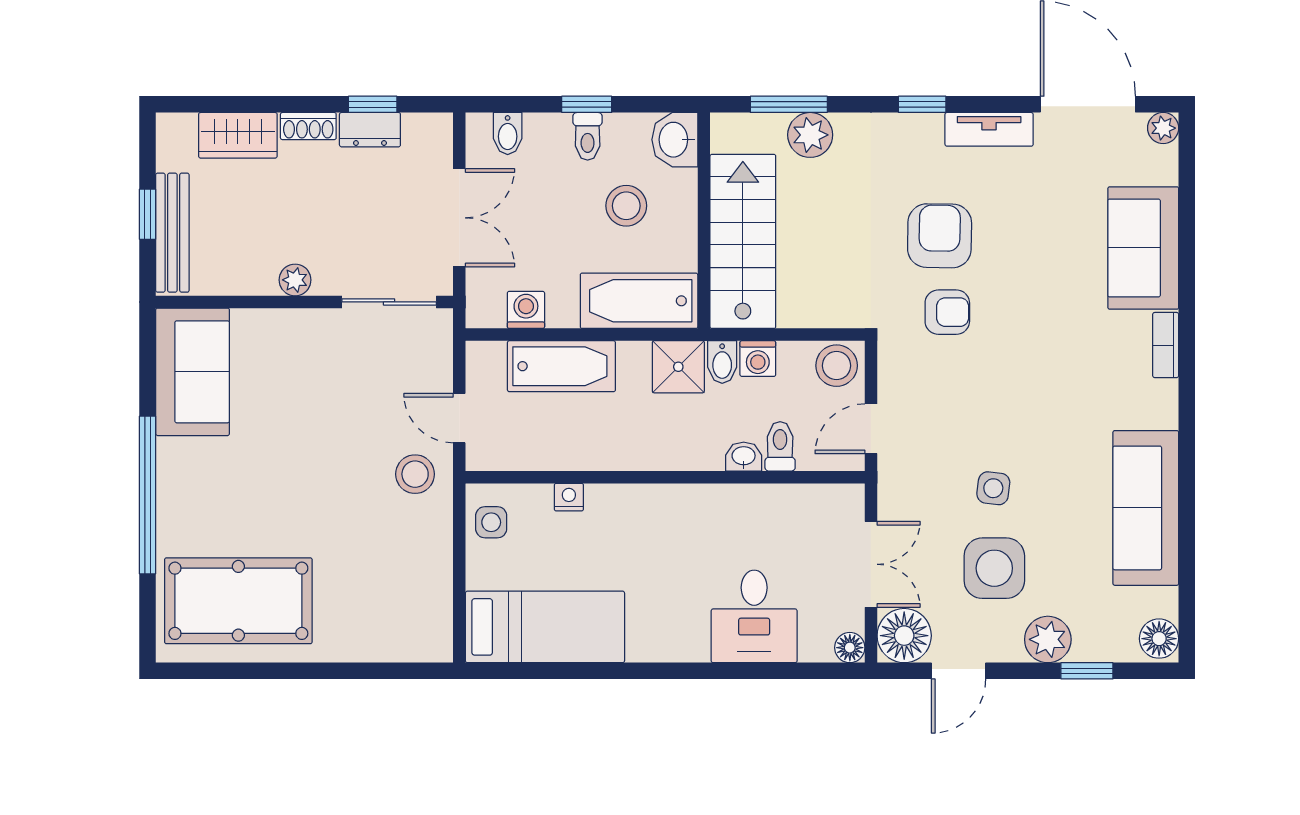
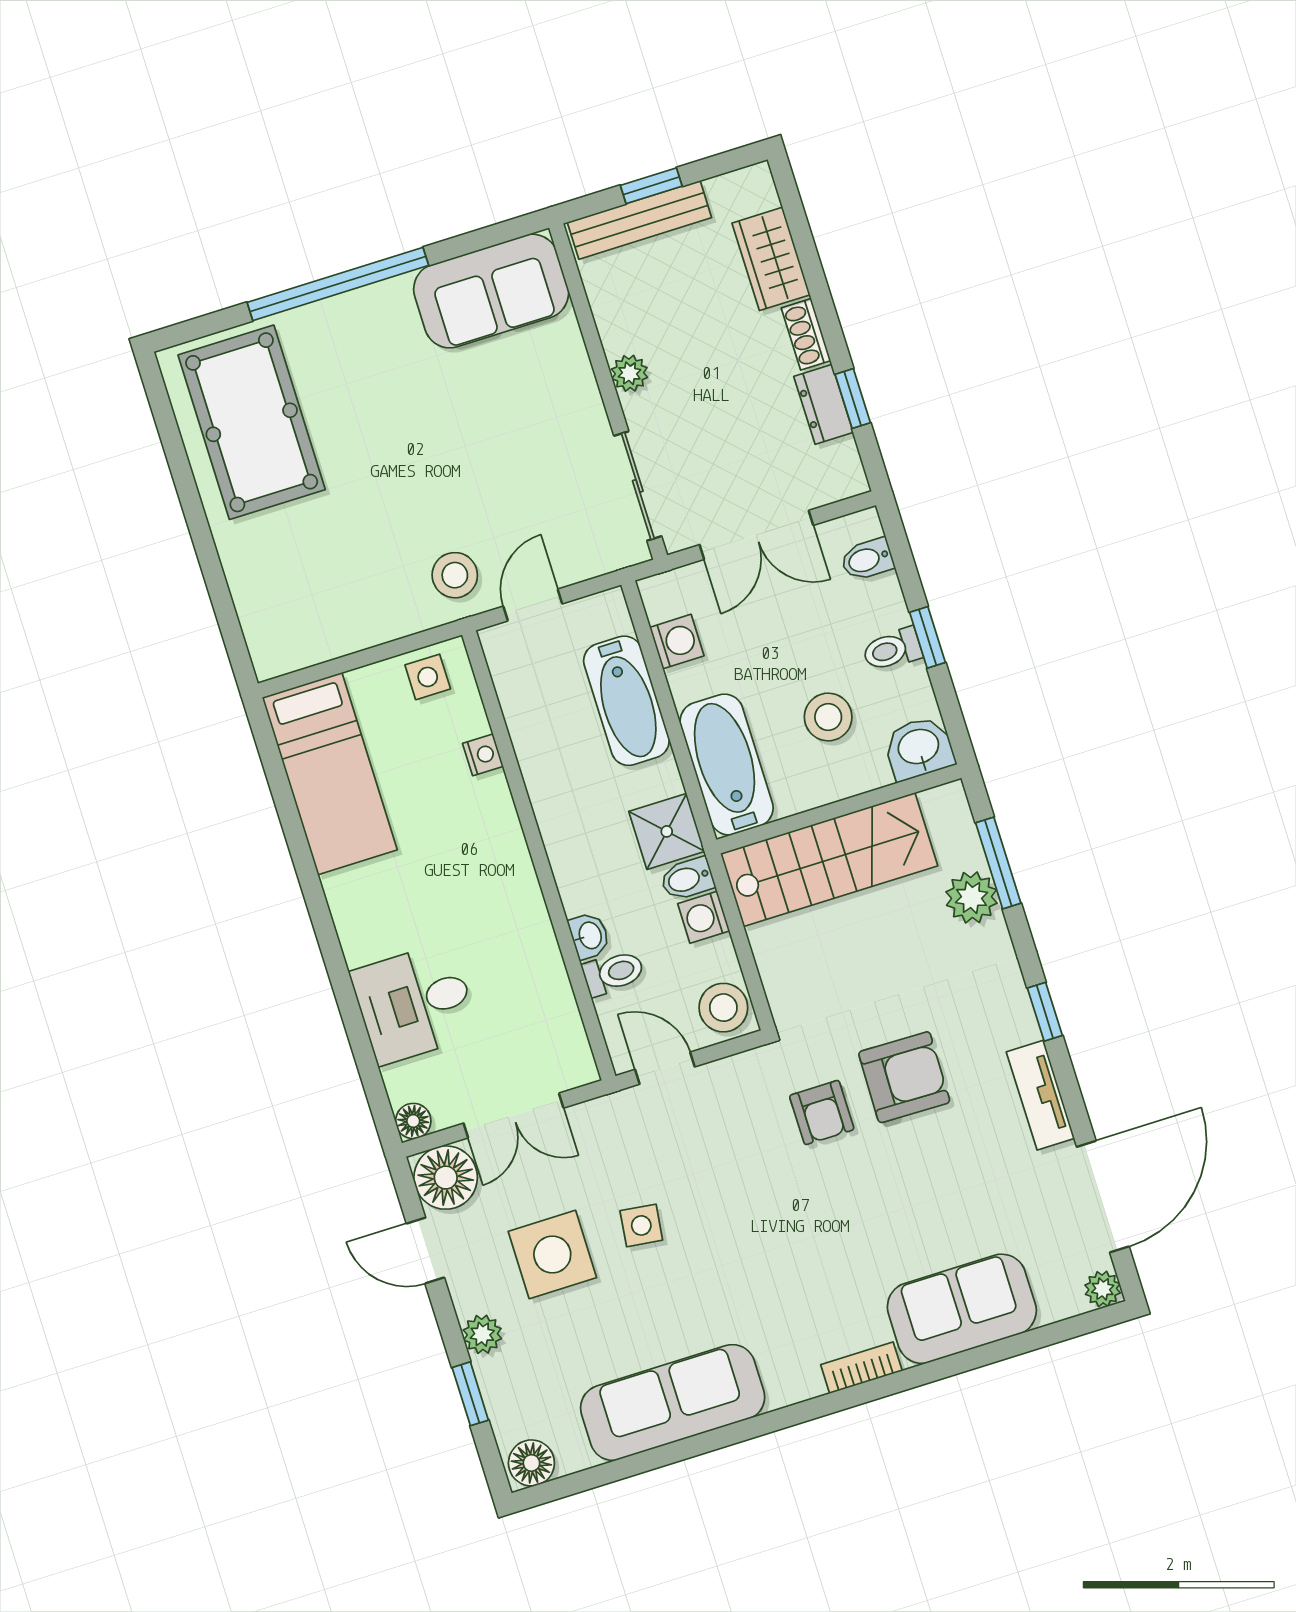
plant: (1048, 639) -> (482, 1334), width x0.73, depth x0.73

